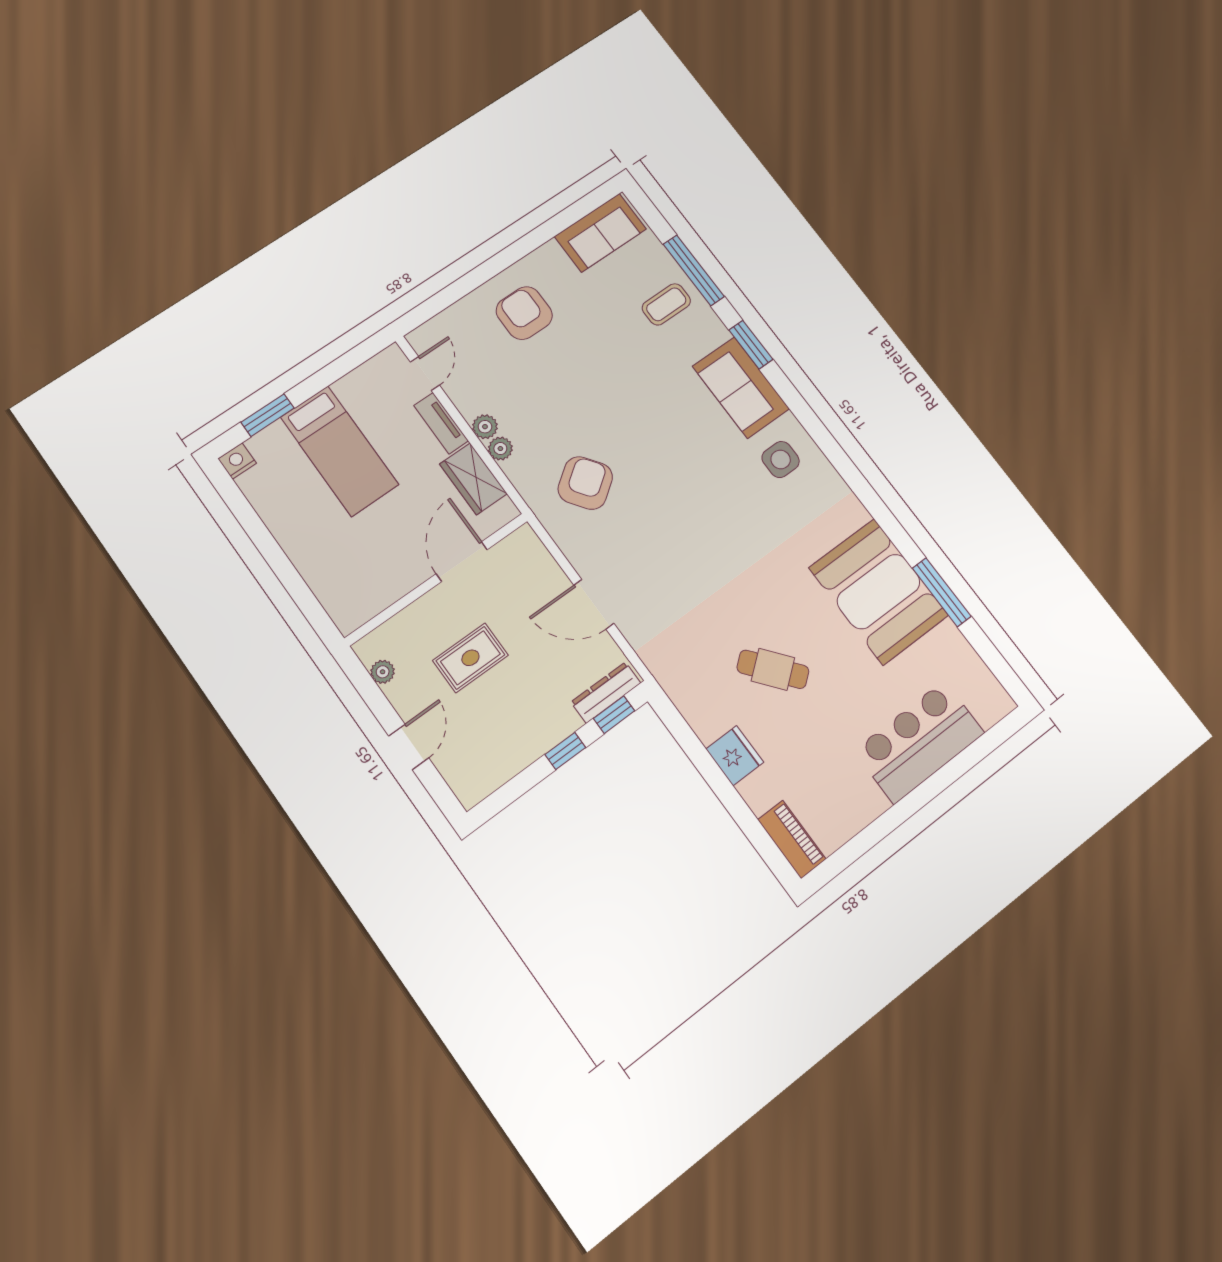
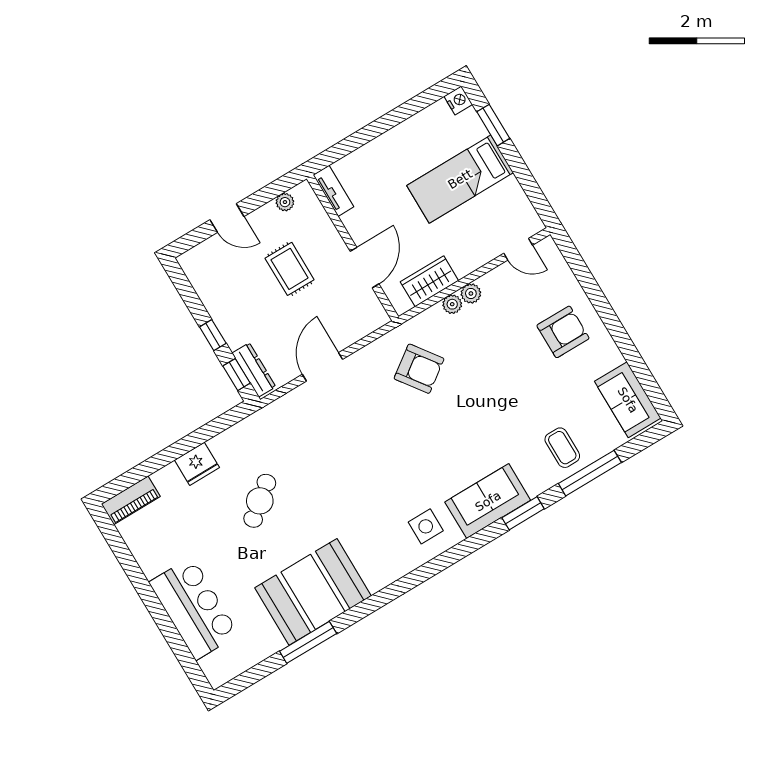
tv unit: (441, 423) -> (333, 191), moved, turned 90
door: (462, 562) -> (364, 268), hinge flipped

